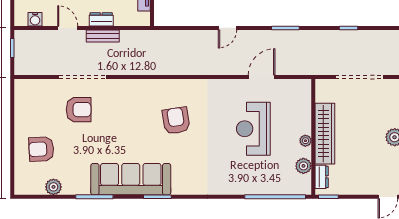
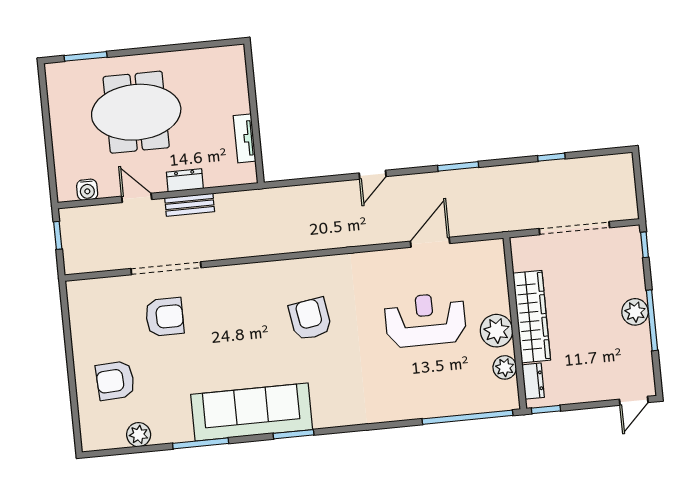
reception desk: (253, 129) -> (425, 320), turned 90
plant: (305, 141) -> (497, 331), width x1.88, depth x1.88

